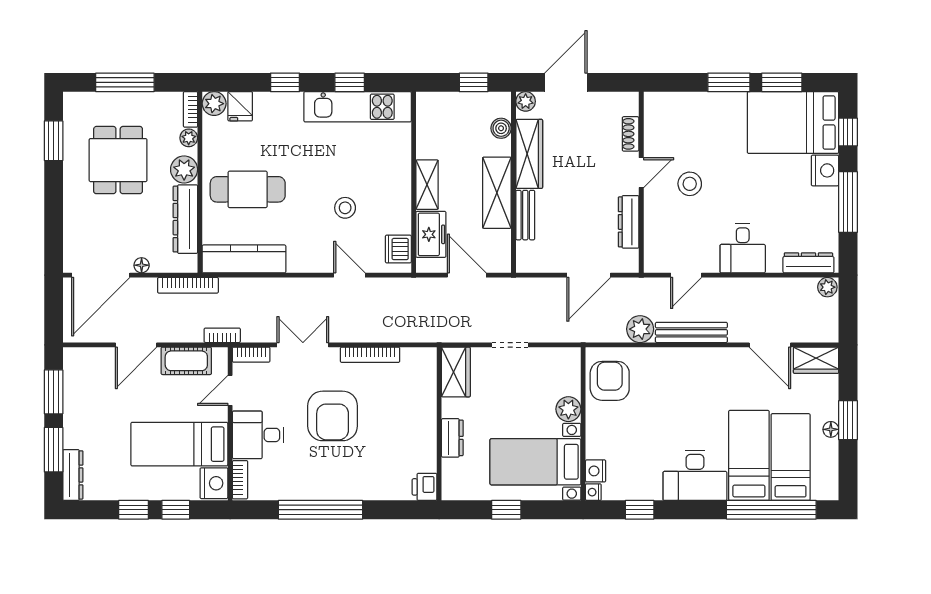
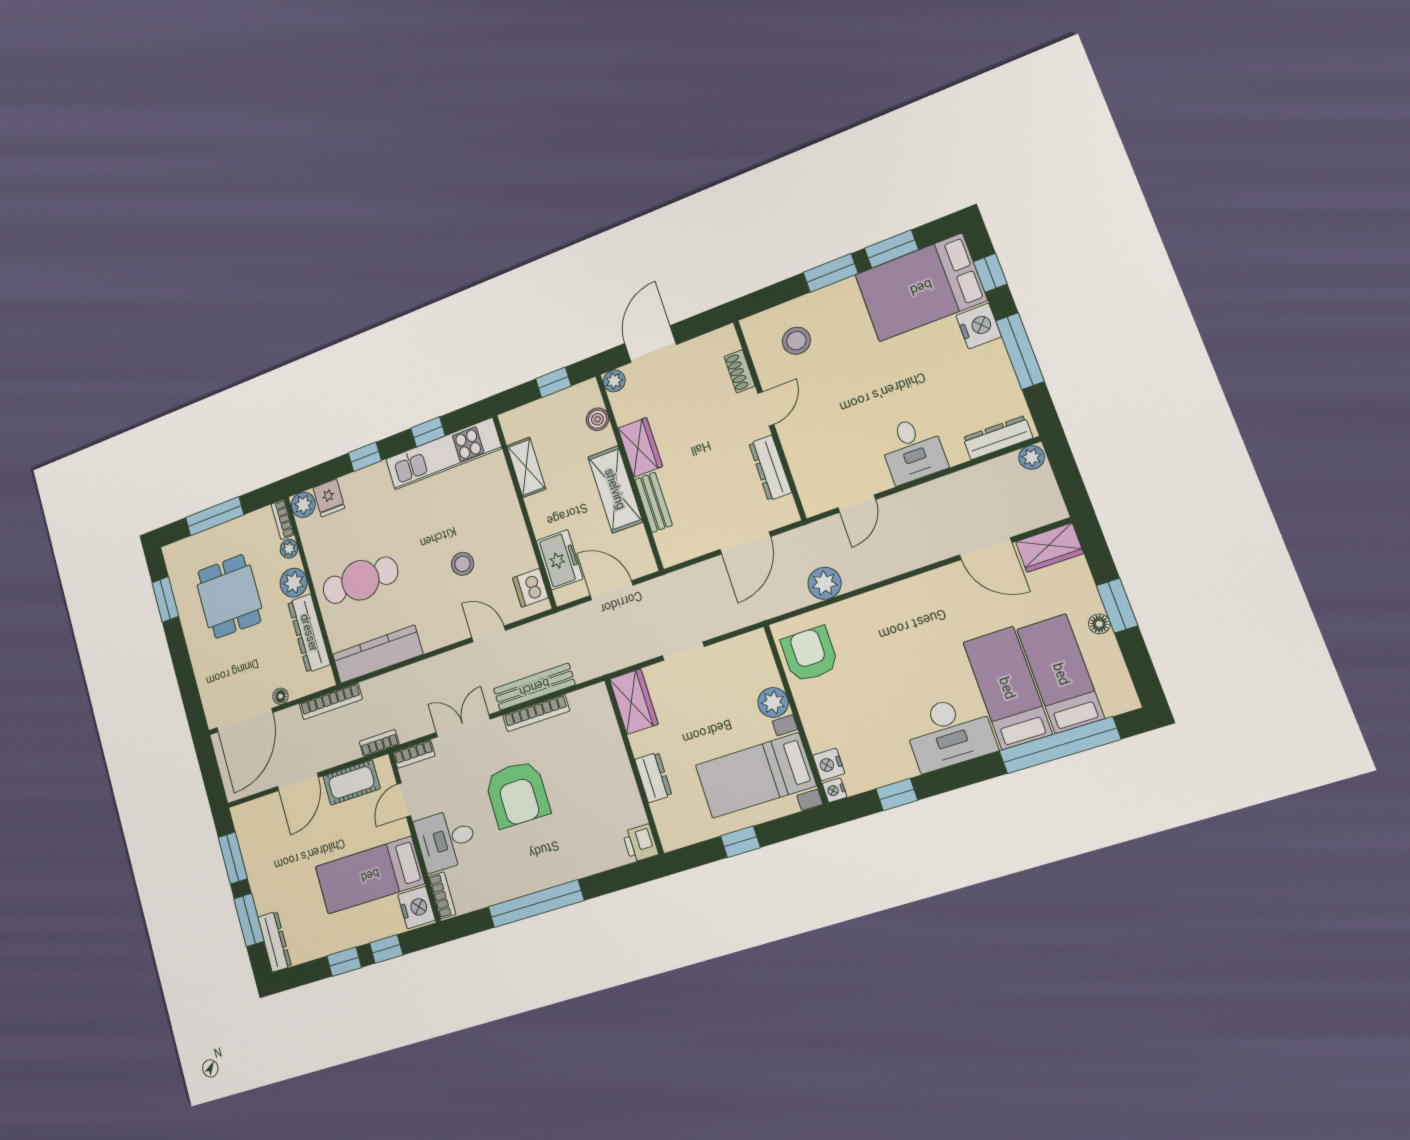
wardrobe: (529, 154) -> (640, 447), width x0.67
stool: (690, 184) -> (796, 341), moved
shelving: (427, 185) -> (526, 467), moved
bench: (691, 332) -> (534, 687), moved

